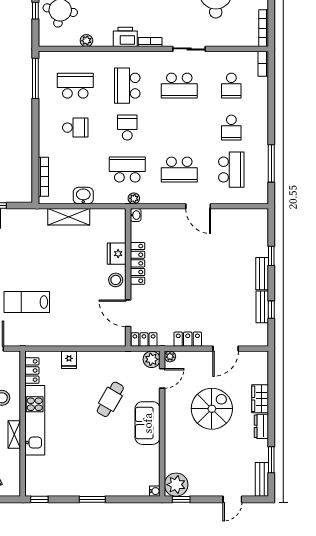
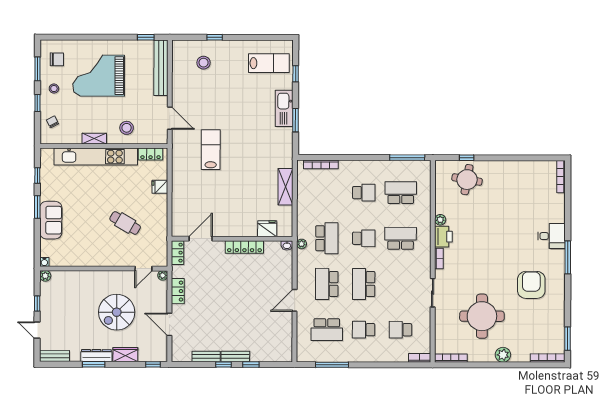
plant: (86, 41) -> (440, 220), moved
school desk: (75, 86) -> (401, 193), turned -90
school desk: (179, 86) -> (364, 284), moved
school desk: (75, 128) -> (364, 193), turned -90
washbasin: (83, 196) -> (304, 200), removed
fridge: (117, 254) -> (267, 229), moved
stool: (116, 280) -> (230, 228), removed
window: (271, 310) -> (224, 364), moved
plant: (152, 359) -> (160, 259), removed
window: (271, 367) -> (153, 364), added
door: (162, 378) -> (143, 269), hinge flipped
spiral stairs: (212, 409) -> (117, 312), turned 90
kitchen unit: (35, 420) -> (96, 157), width x1.36
sofa: (148, 423) -> (51, 220), moved, turned 90
dresser: (261, 426) -> (96, 356), width x1.44
window: (271, 460) -> (94, 364), moved
plant: (176, 485) -> (45, 276), width x0.53, depth x0.53
window: (39, 499) -> (37, 176), moved
window: (181, 499) -> (37, 304), moved

